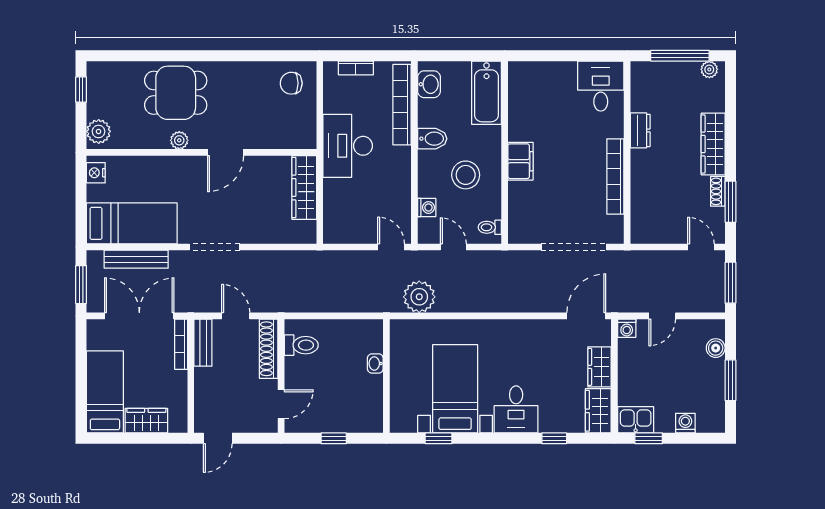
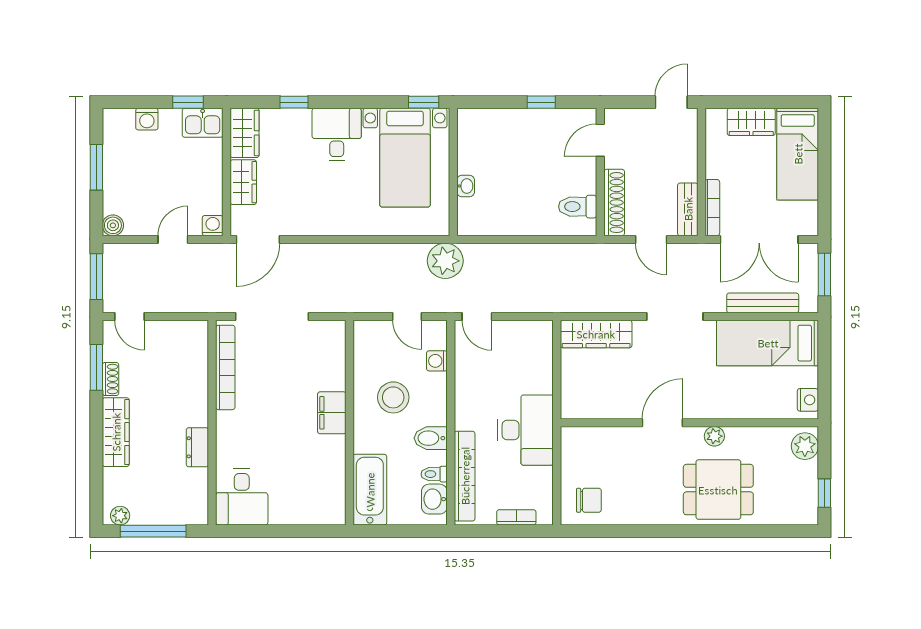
bookcase: (615, 176) -> (225, 367), moved
wardrobe: (304, 187) -> (596, 334), moved, turned 90
toilet: (490, 227) -> (434, 474), moved, turned 180
boiler: (716, 348) -> (113, 225), moved
washbasin: (375, 363) -> (466, 186), moved
wall: (386, 376) -> (453, 172), moved

